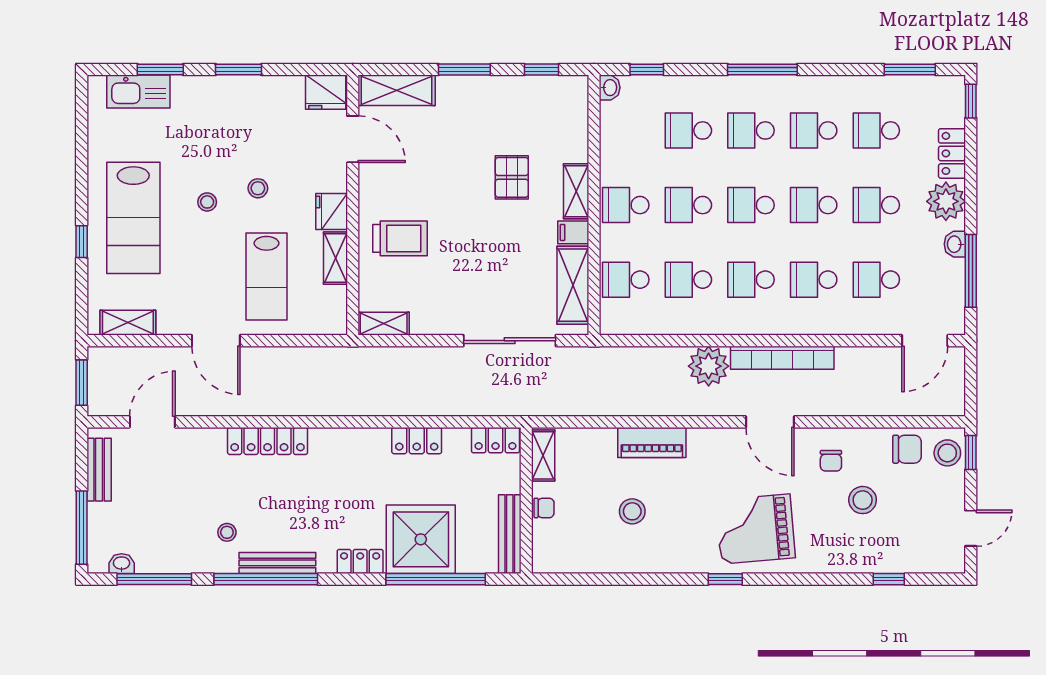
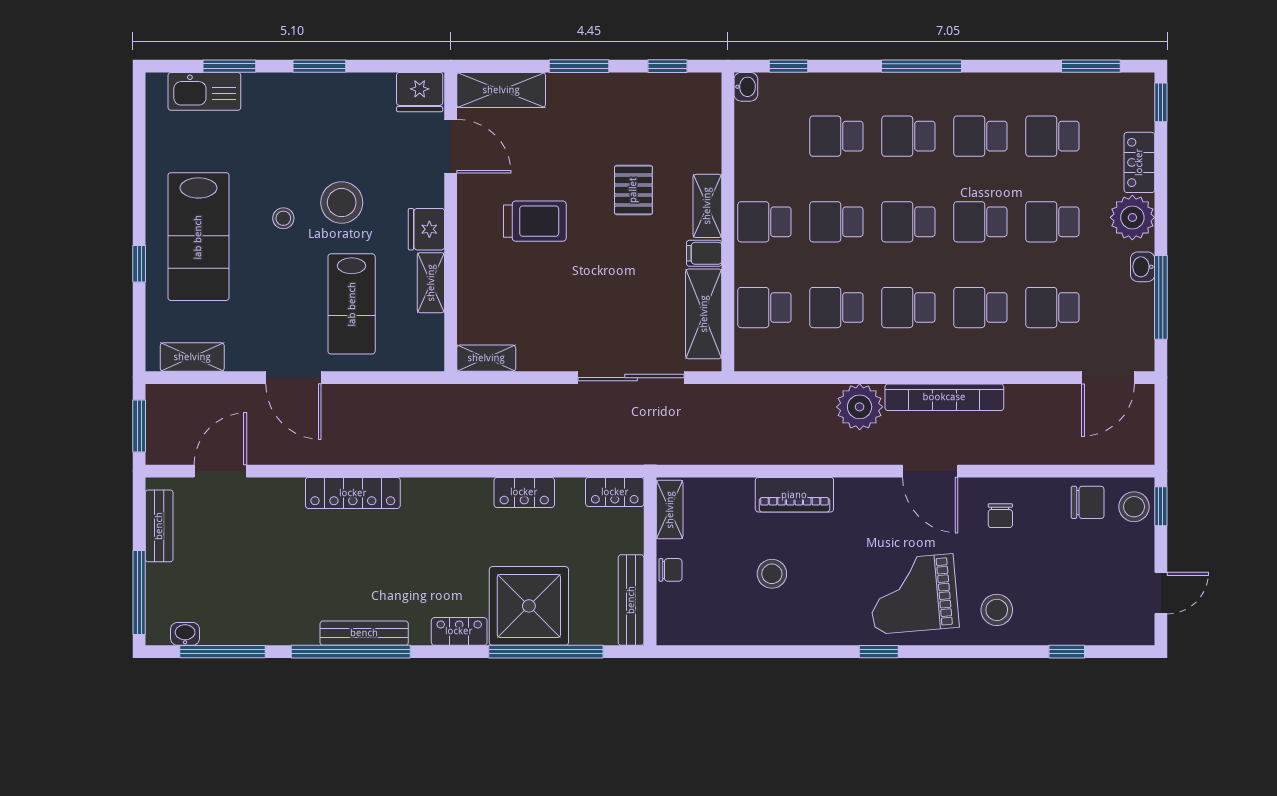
stool: (258, 188) -> (342, 203), width x1.89, depth x1.89
trolley: (400, 238) -> (535, 221), moved
stool: (863, 500) -> (997, 610), moved
stool: (227, 532) -> (306, 598), removed

